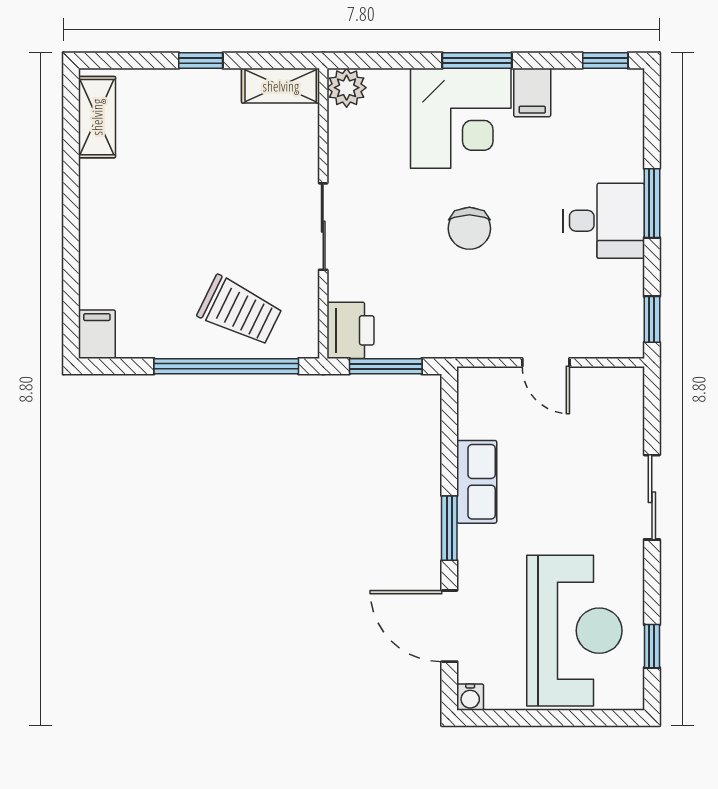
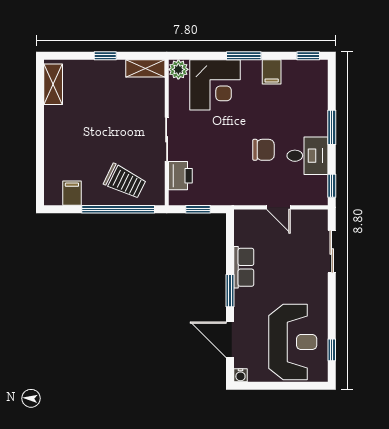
corner desk: (461, 118) -> (215, 85), moved
desk: (604, 221) -> (307, 156), moved
chair: (469, 228) -> (263, 150), moved, turned -90
printer: (350, 330) -> (180, 176), moved
filing cabinet: (97, 334) -> (72, 193), moved
window: (386, 366) -> (198, 209), width x0.67
sliding door: (652, 497) -> (332, 251), moved

